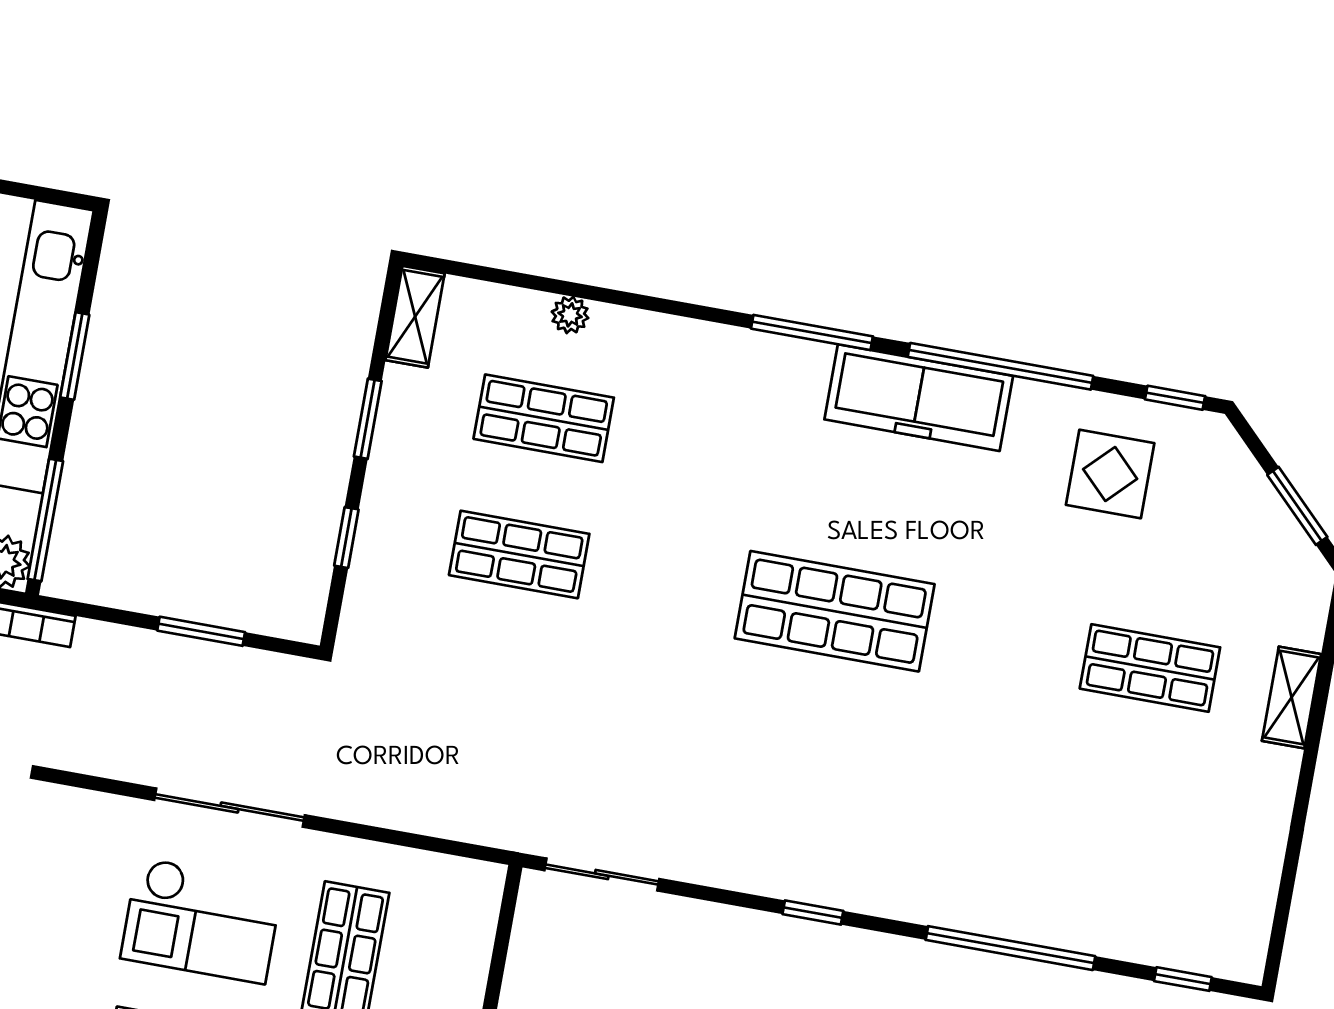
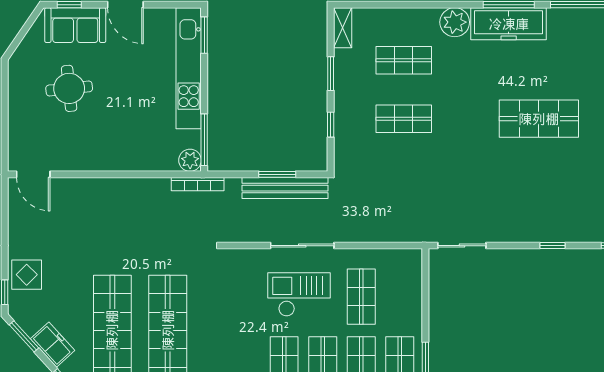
plant: (570, 315) -> (455, 22), moved, width x1.88, depth x1.88
window: (75, 356) -> (204, 35), moved
freezer: (919, 398) -> (509, 24), moved
bench: (213, 666) -> (285, 188), added
checkout: (202, 920) -> (299, 295), turned 180

